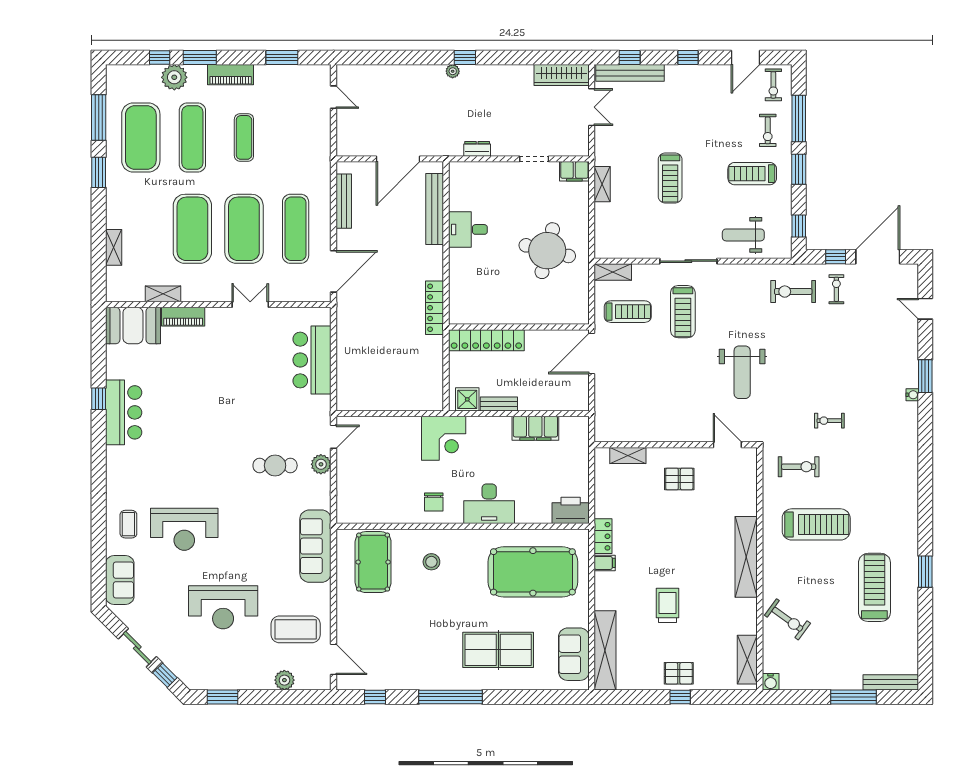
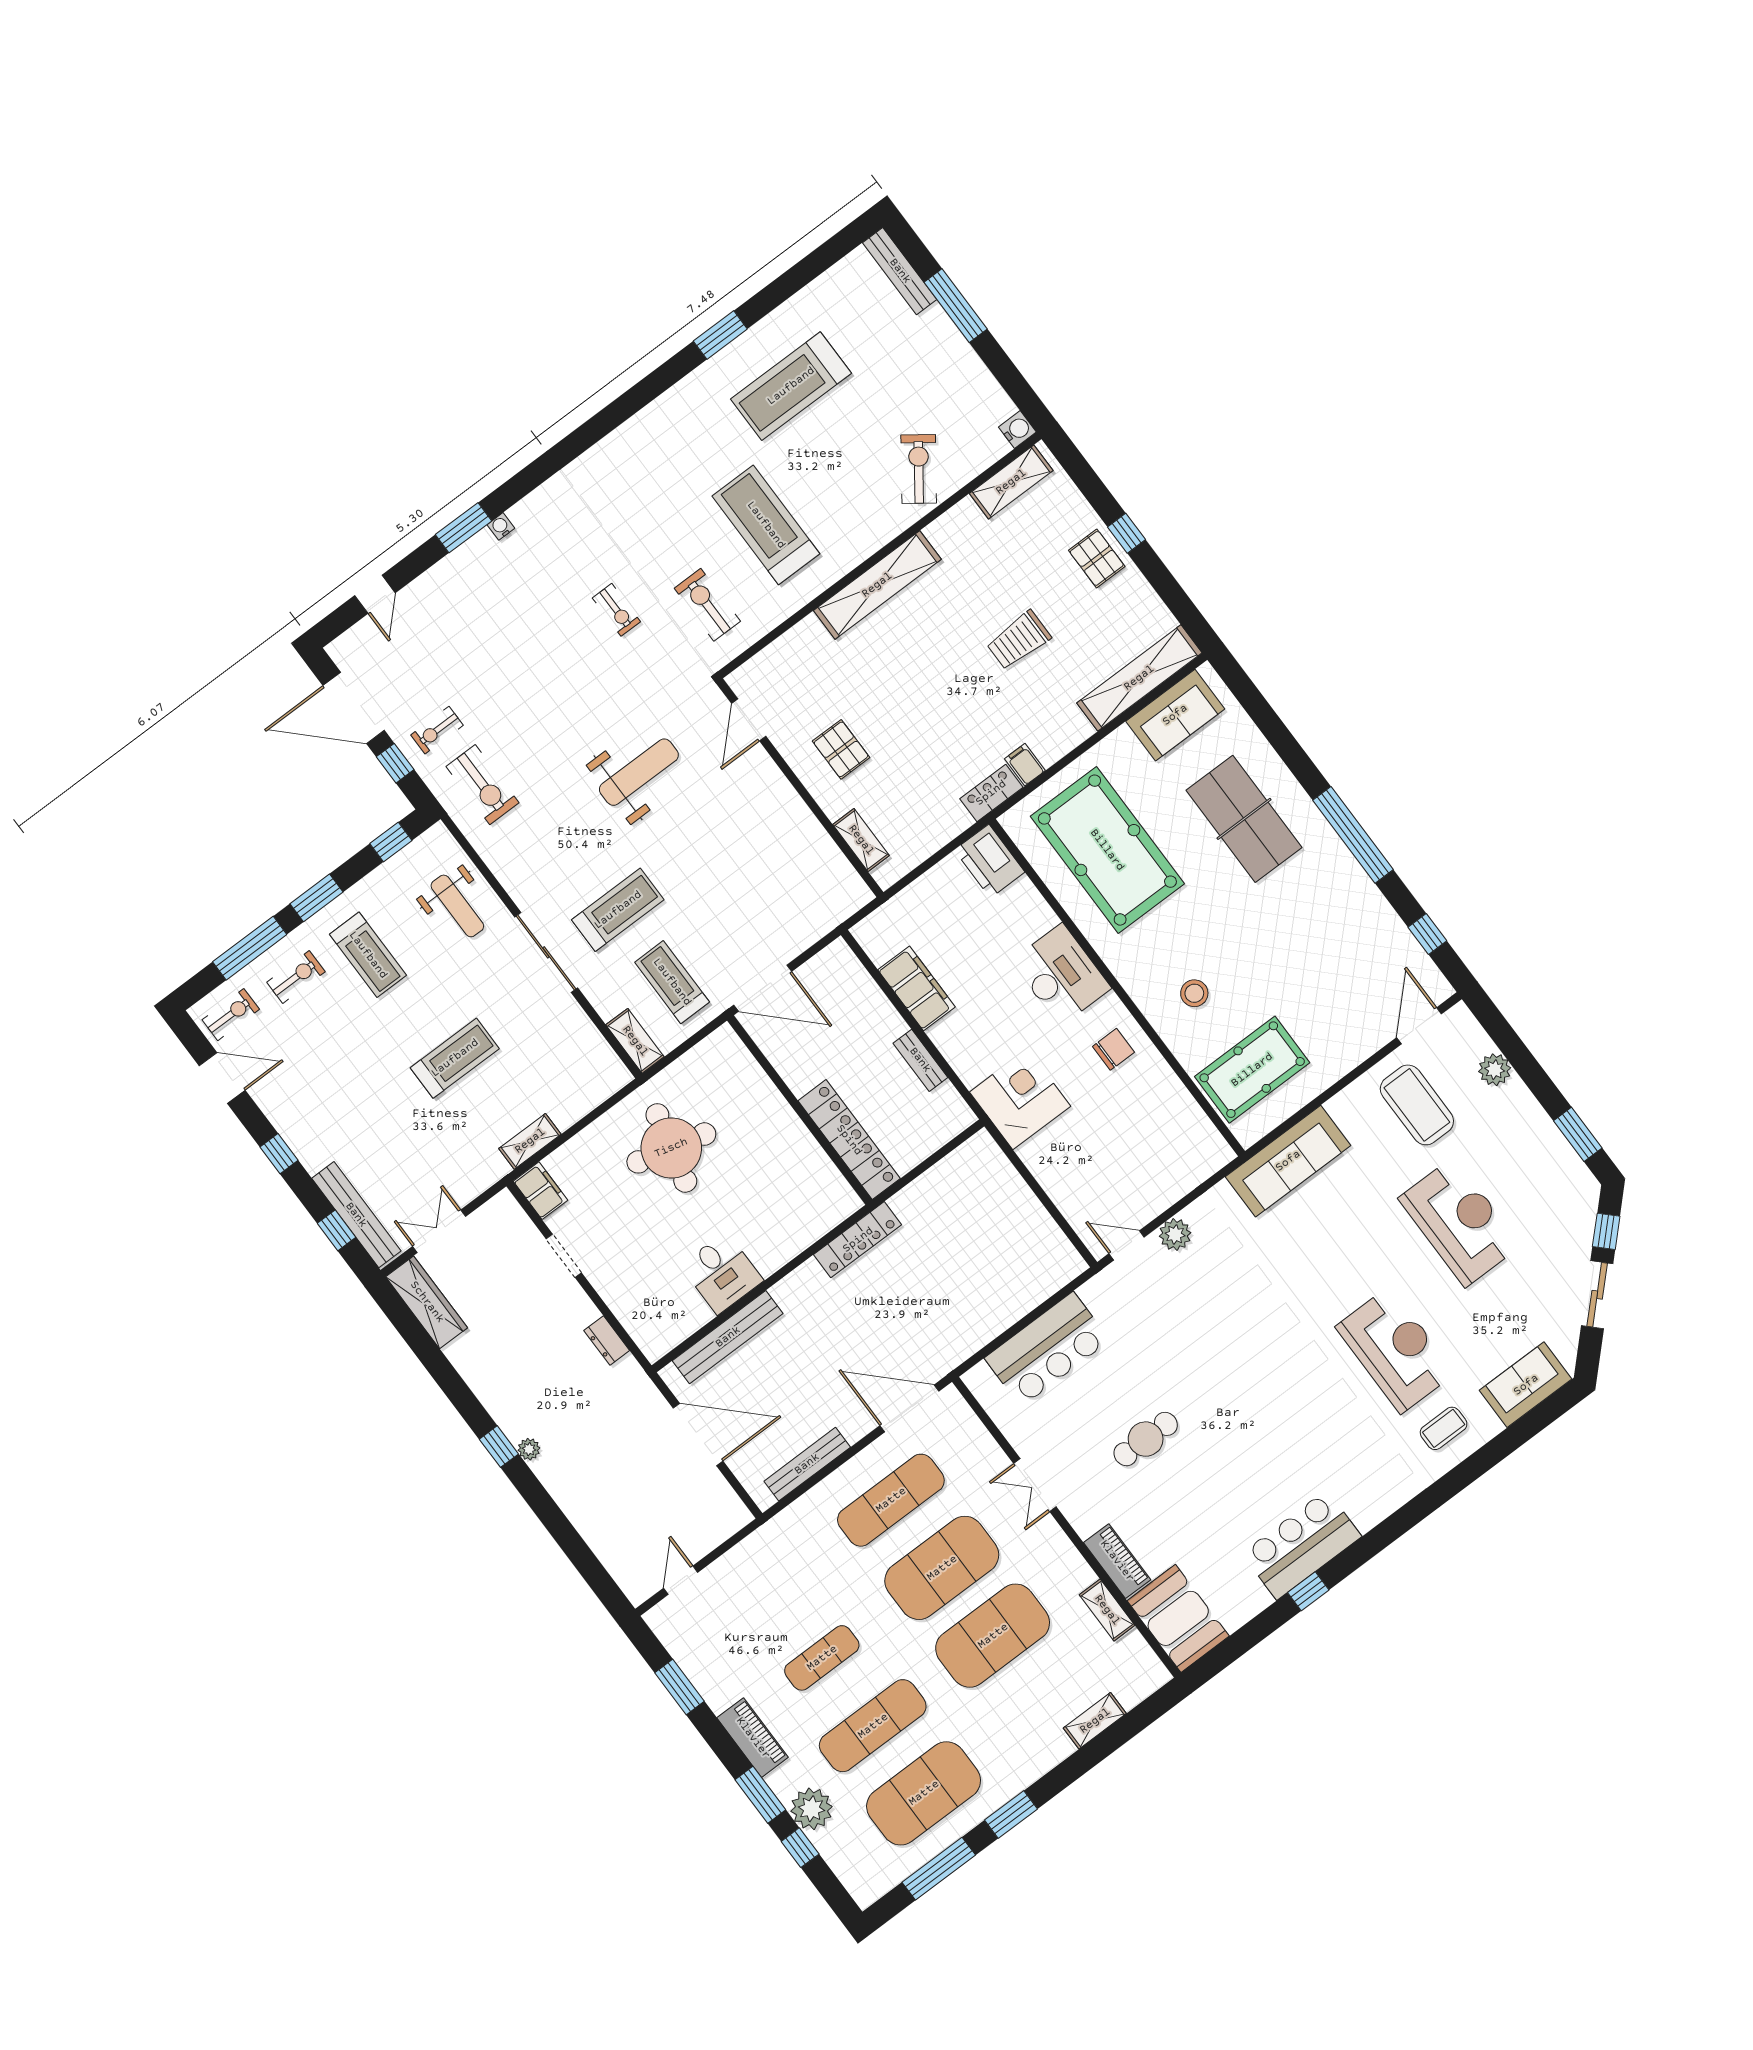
shower: (467, 399) -> (946, 1106), removed
cafe table: (275, 465) -> (1146, 1439), moved, turned 90

